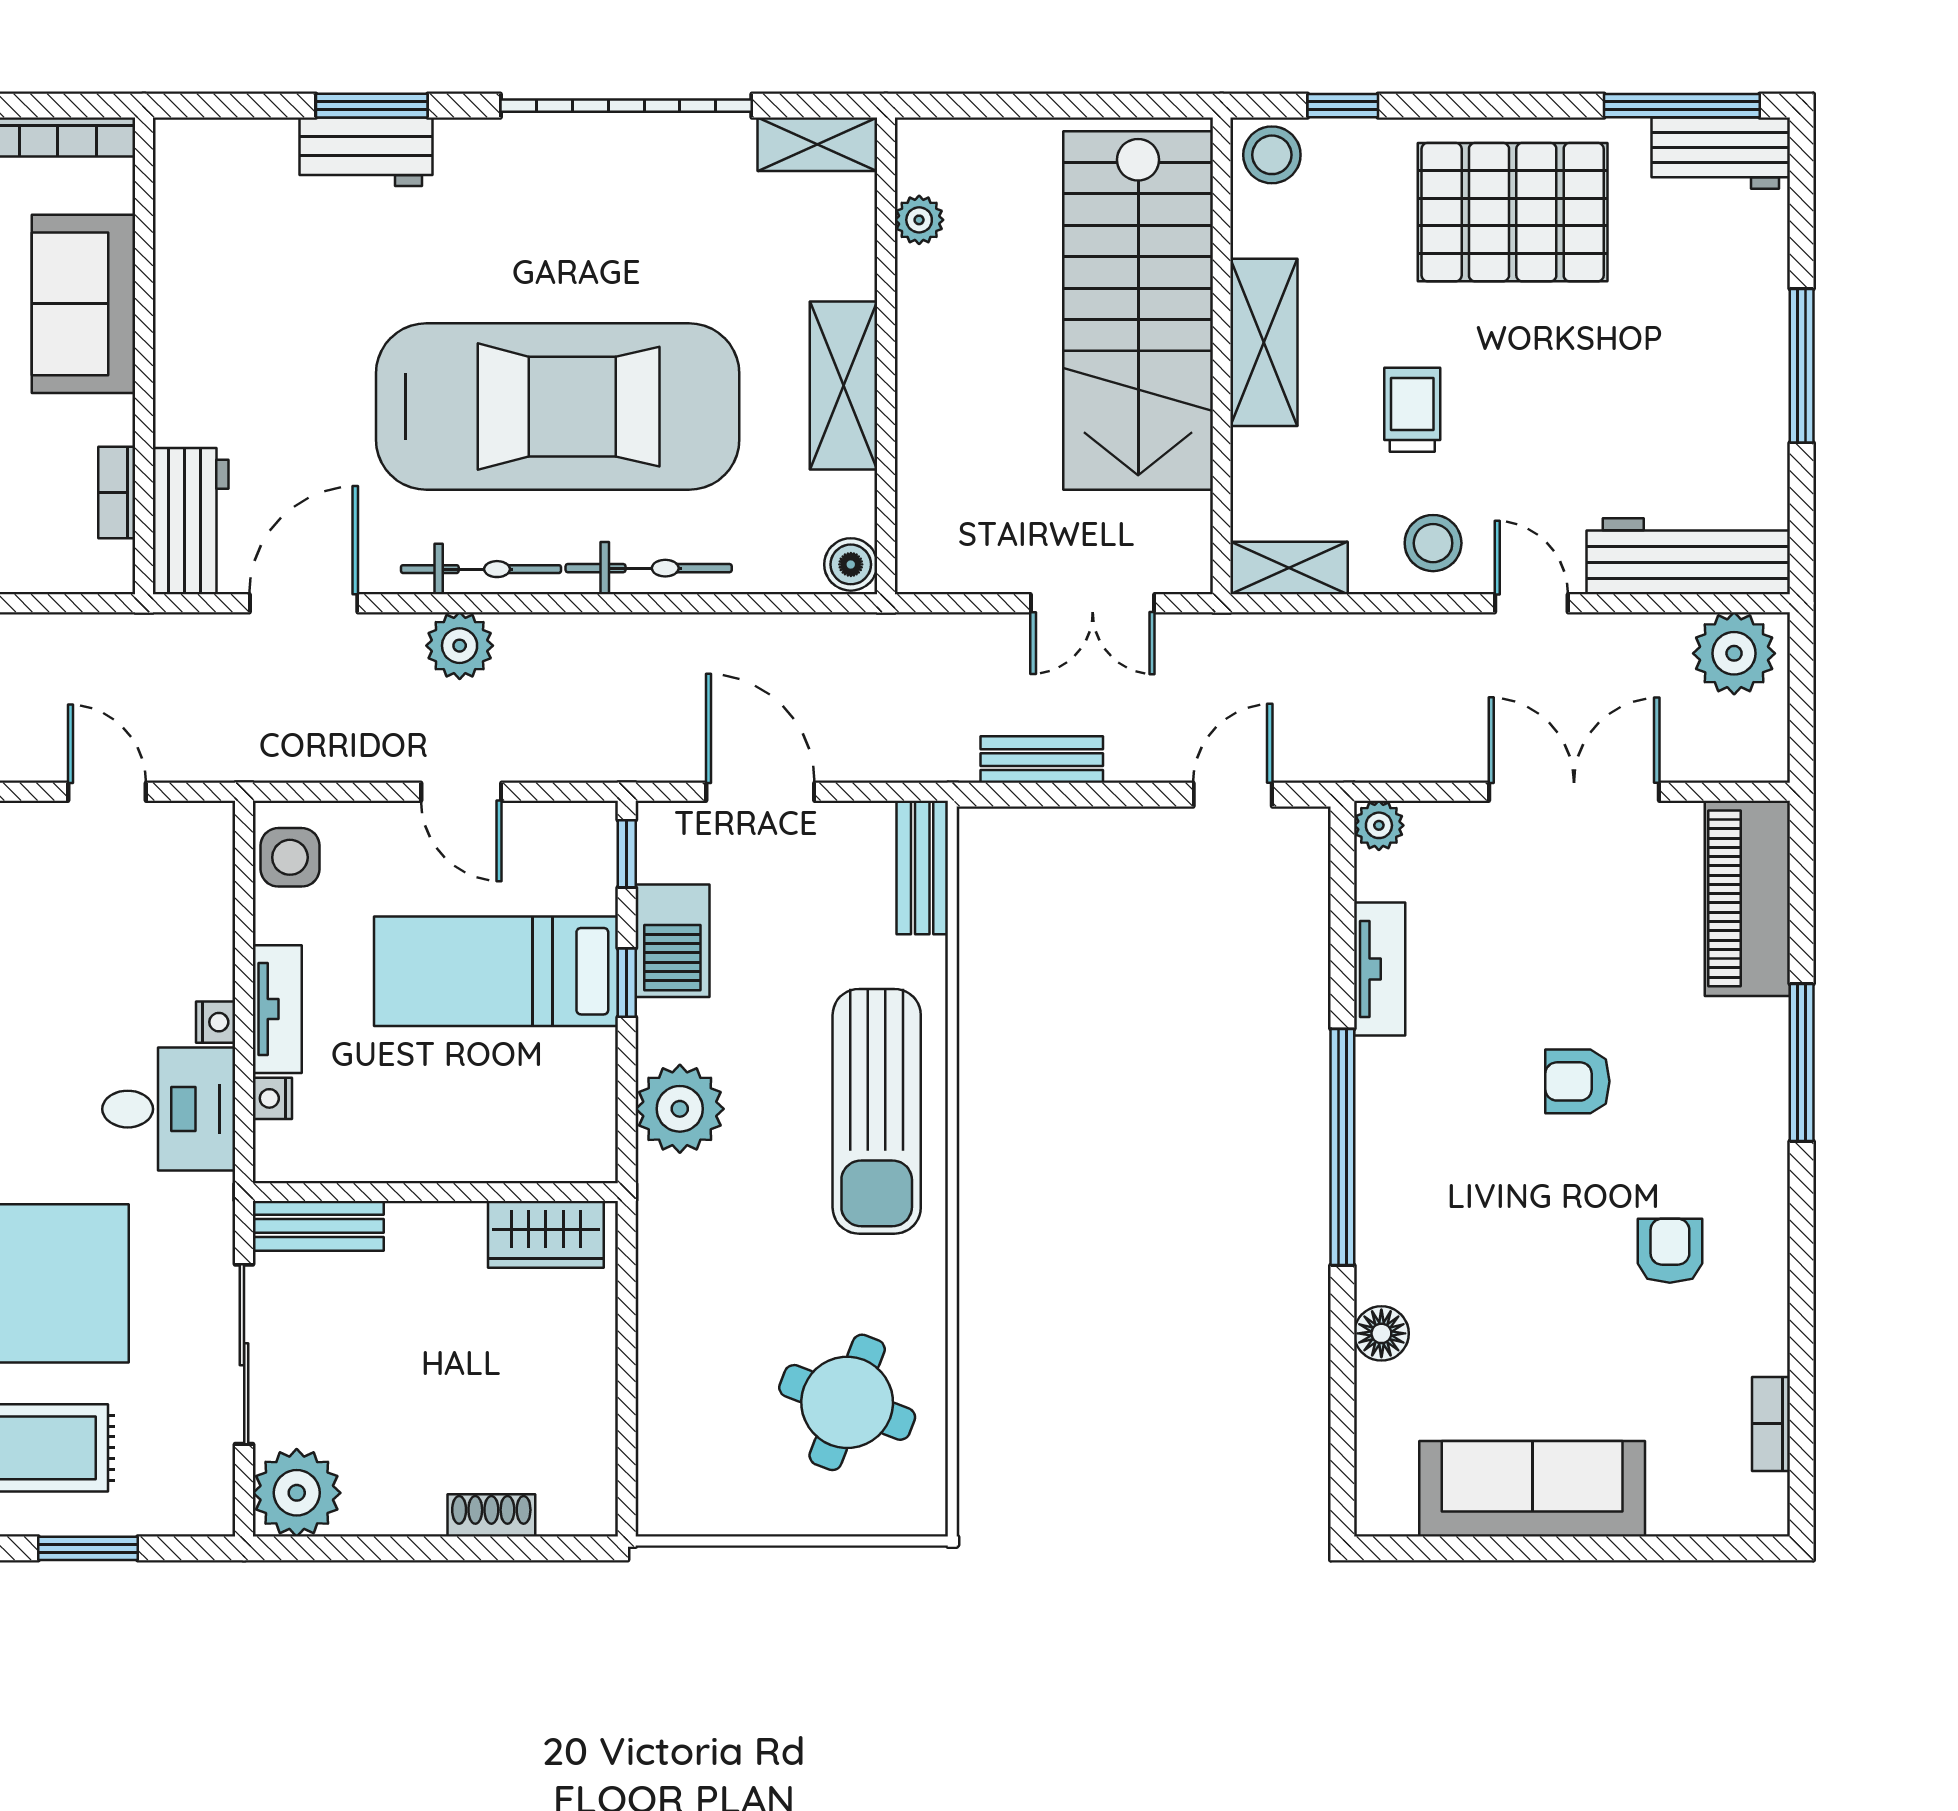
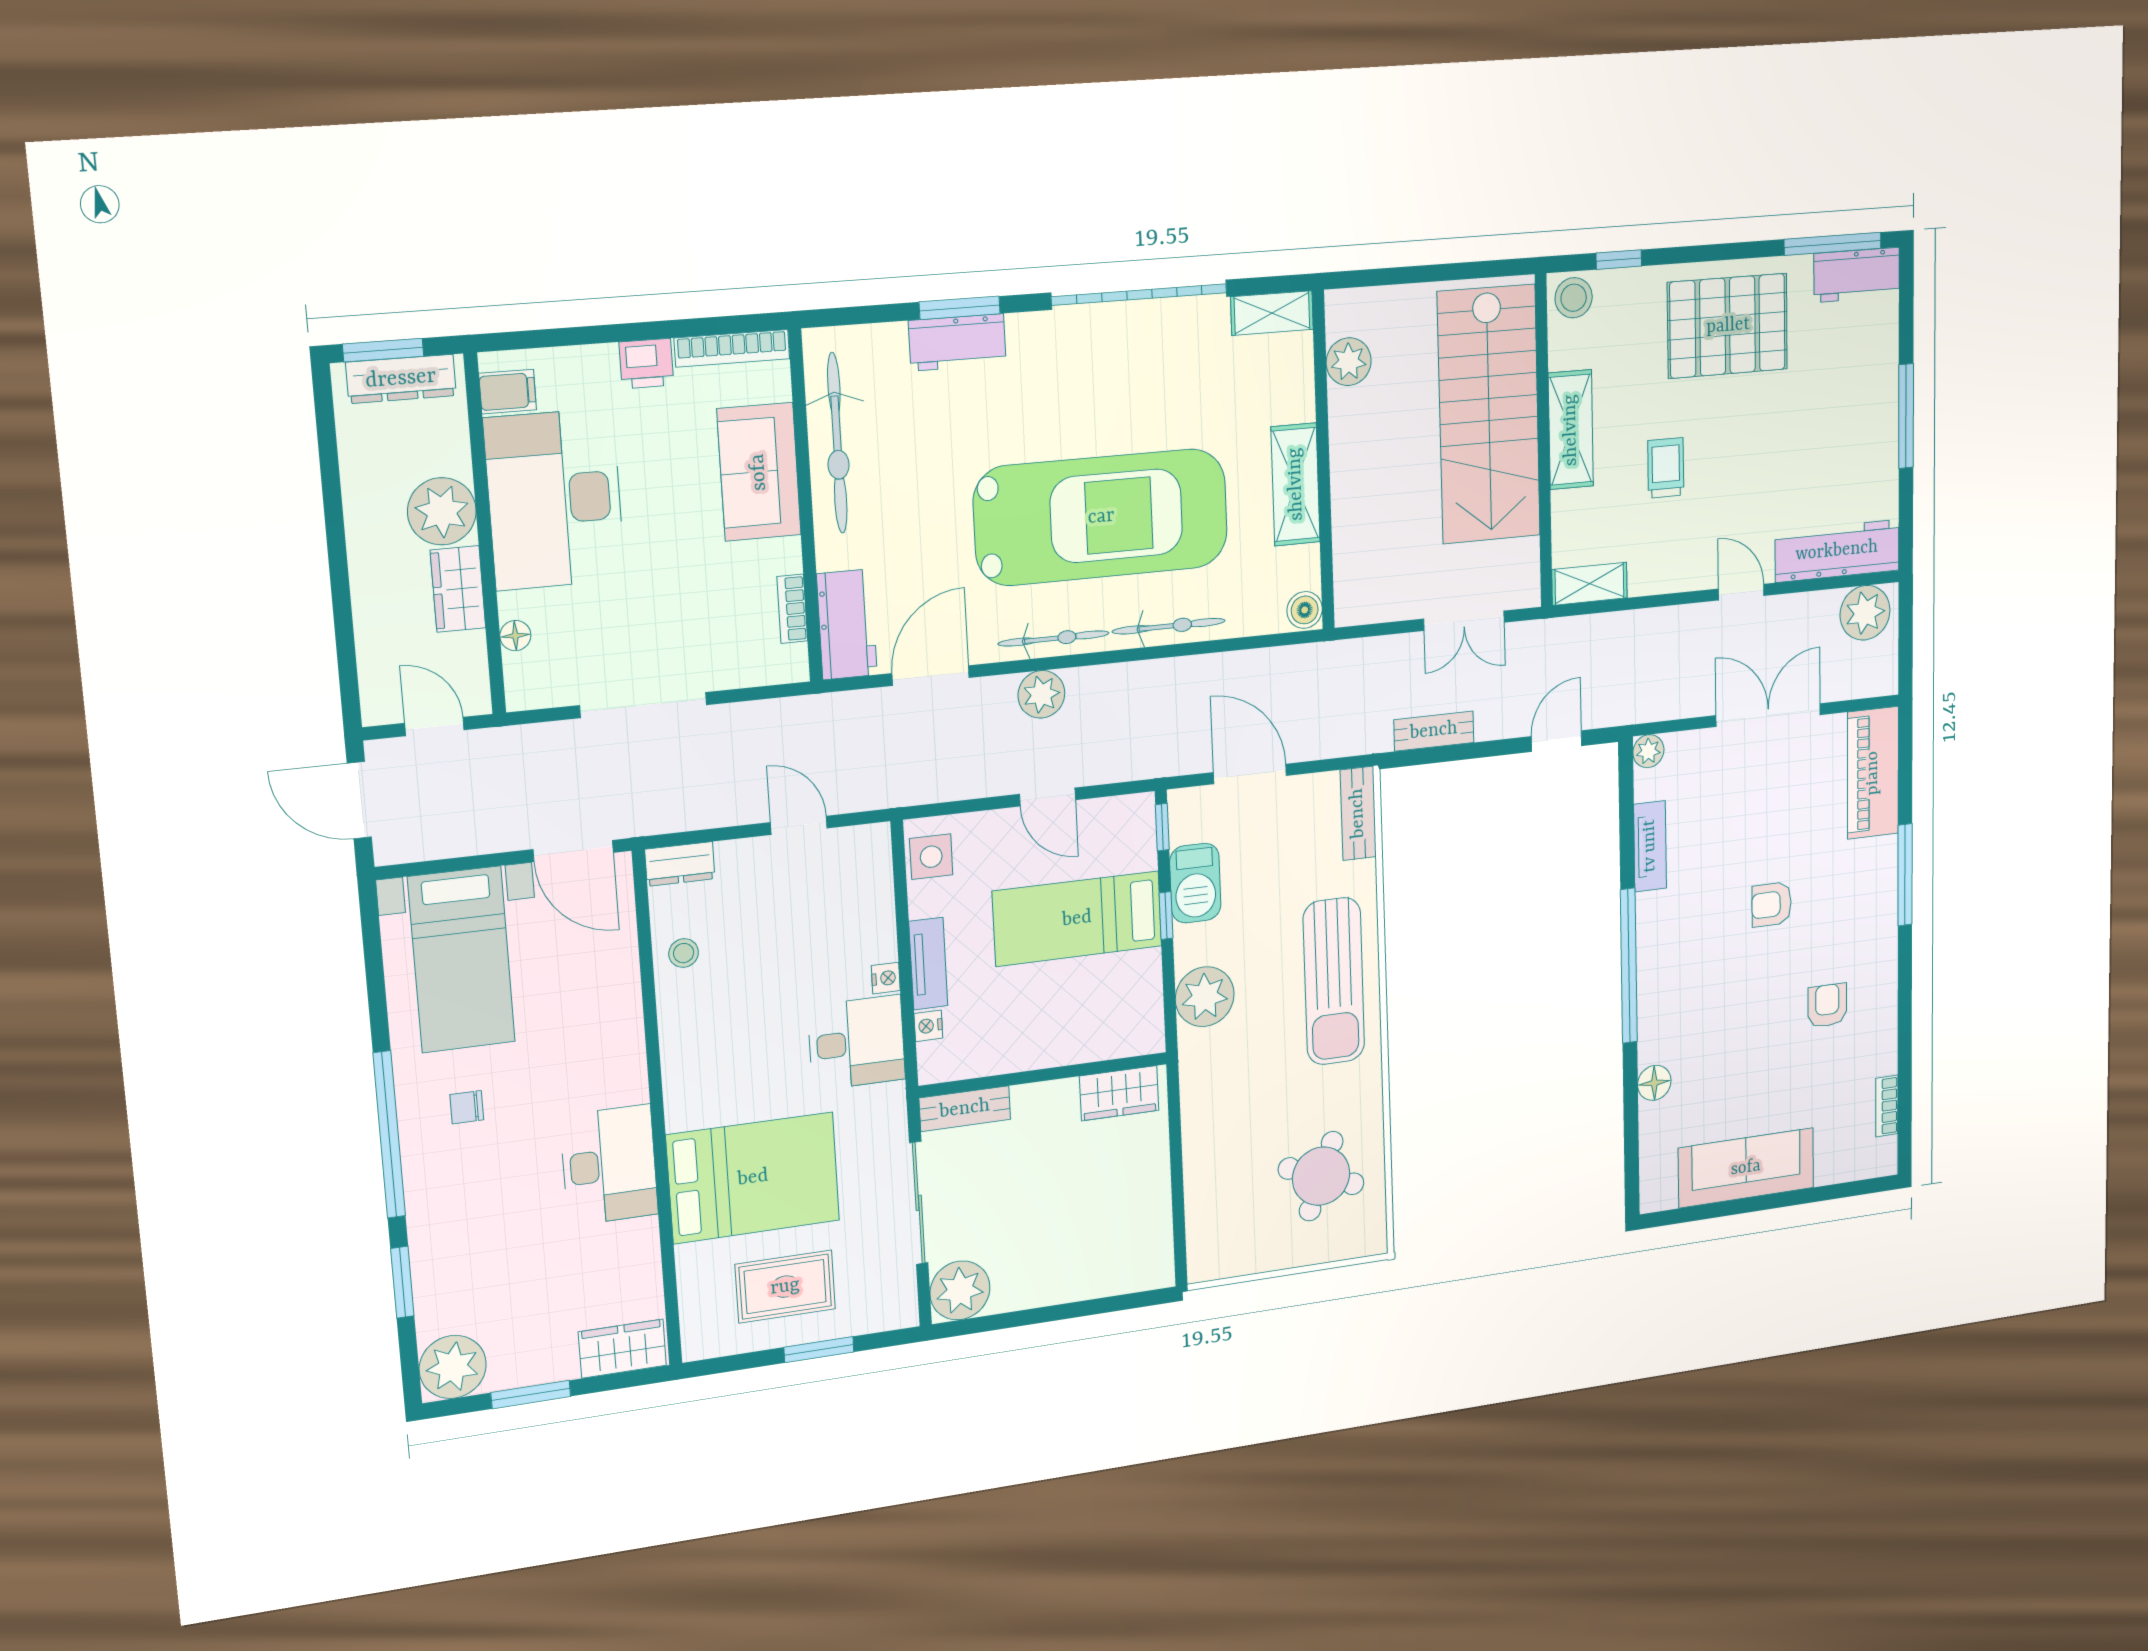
plant: (919, 220) -> (1349, 362), width x1.38, depth x1.38
bicycle: (192, 274) -> (837, 443), added
stool: (1433, 543) -> (1680, 558), removed
shoe rack: (491, 1515) -> (1092, 1285), removed

